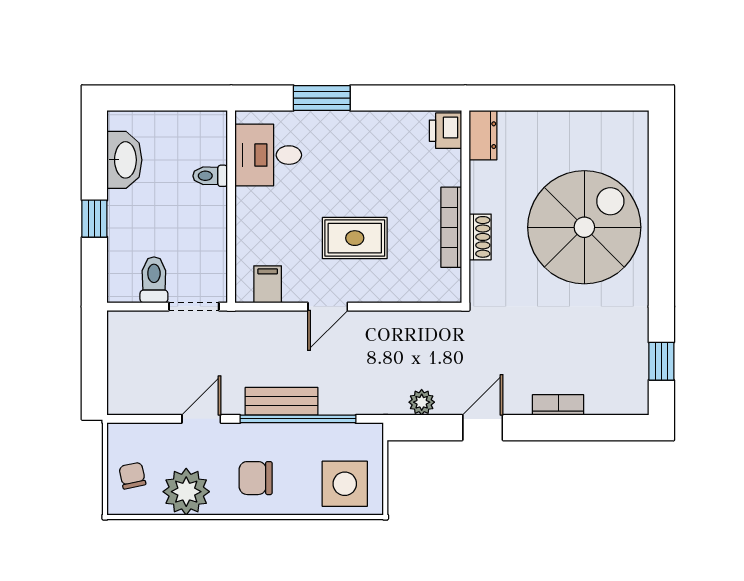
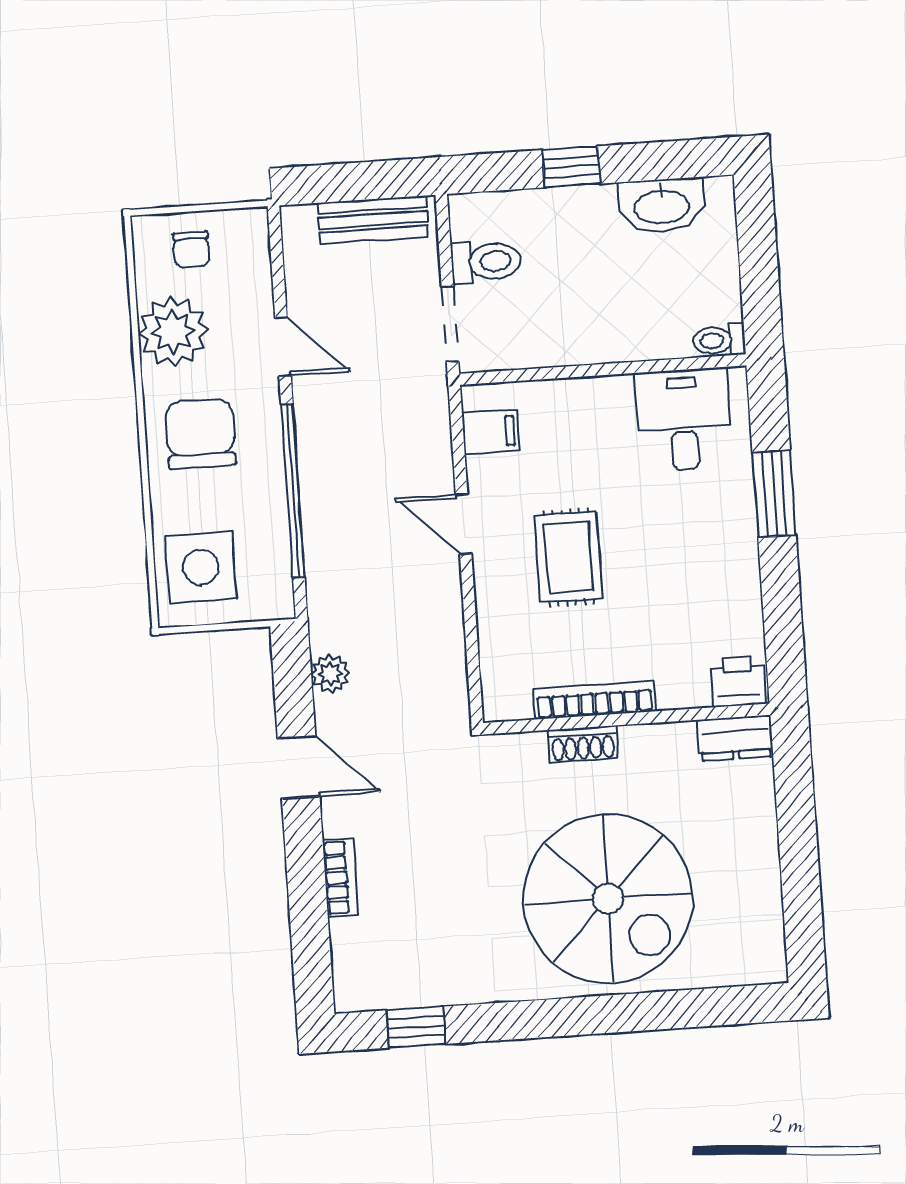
toilet: (210, 176) -> (719, 340), moved, turned -90
bench: (282, 401) -> (373, 220), moved, turned 90
chair: (132, 476) -> (191, 249), turned 102
chair: (256, 478) -> (200, 434), width x1.37, depth x1.37

